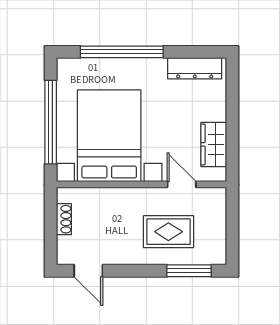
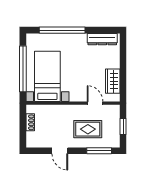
bed with nightstands: (109, 136) -> (47, 76), width x0.73
window: (232, 227) -> (123, 127), added
door: (88, 271) -> (60, 151), moved

